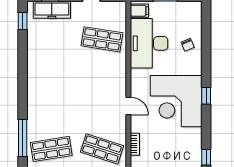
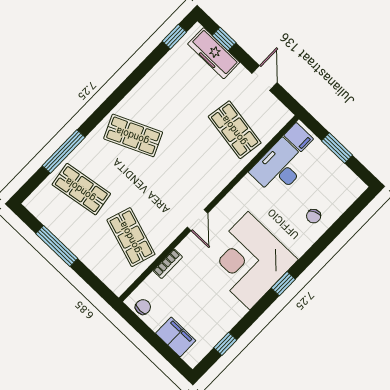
desk: (149, 43) -> (279, 168), width x0.73, depth x0.77
shop shelf: (51, 94) -> (133, 135), added

